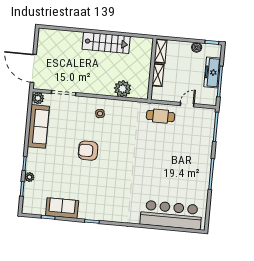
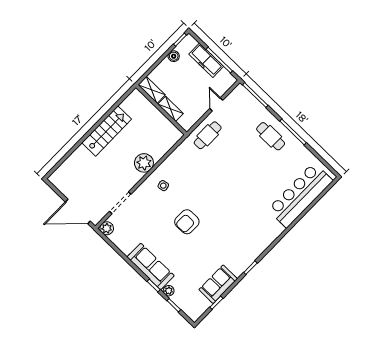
plant: (123, 89) -> (144, 163), moved
sofa: (38, 126) -> (151, 266), moved
cafe table: (196, 161) -> (271, 136), added

